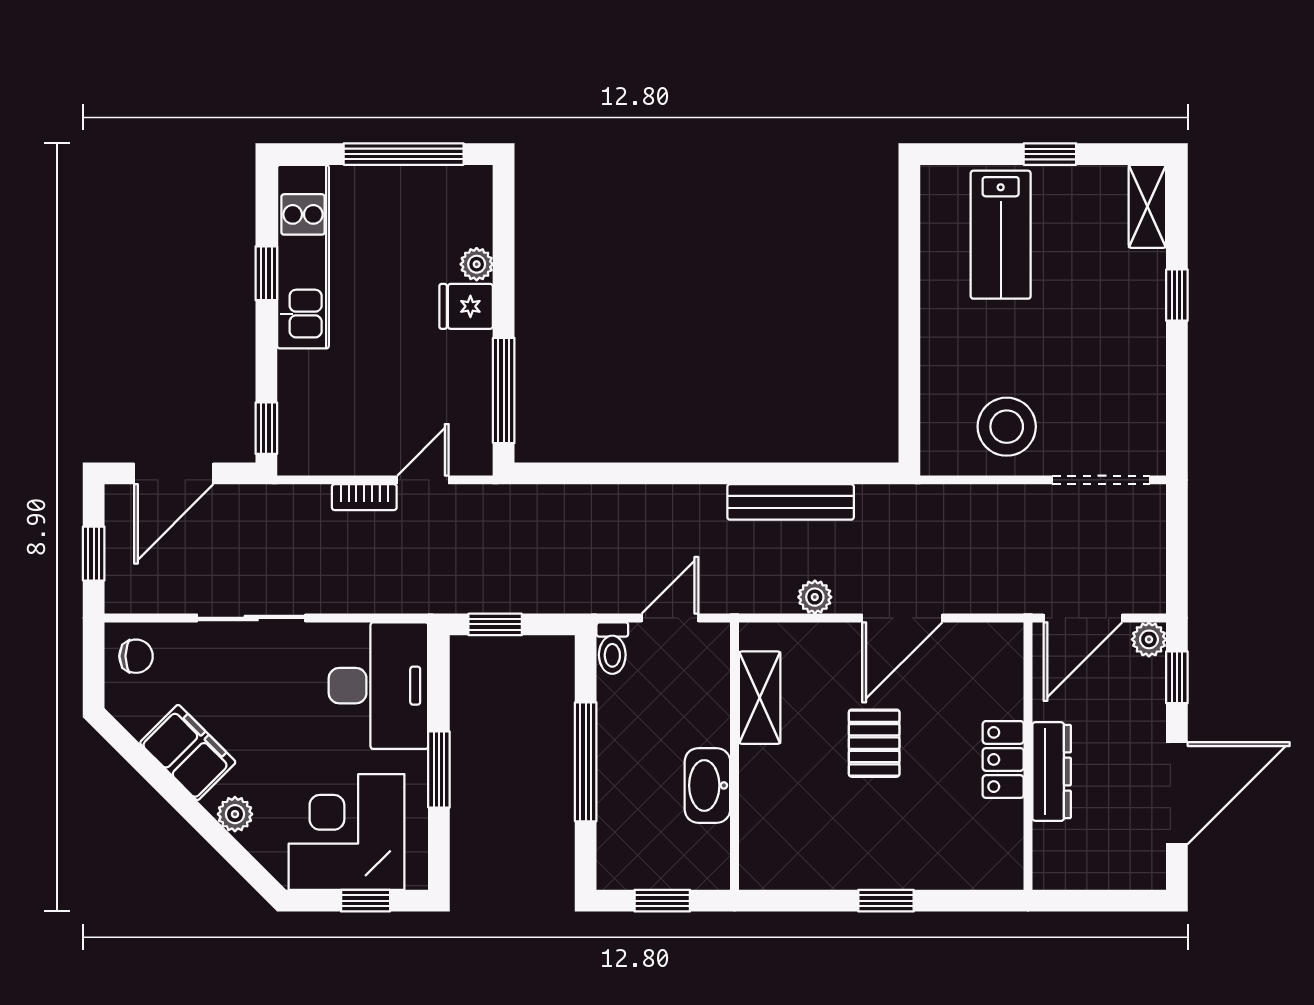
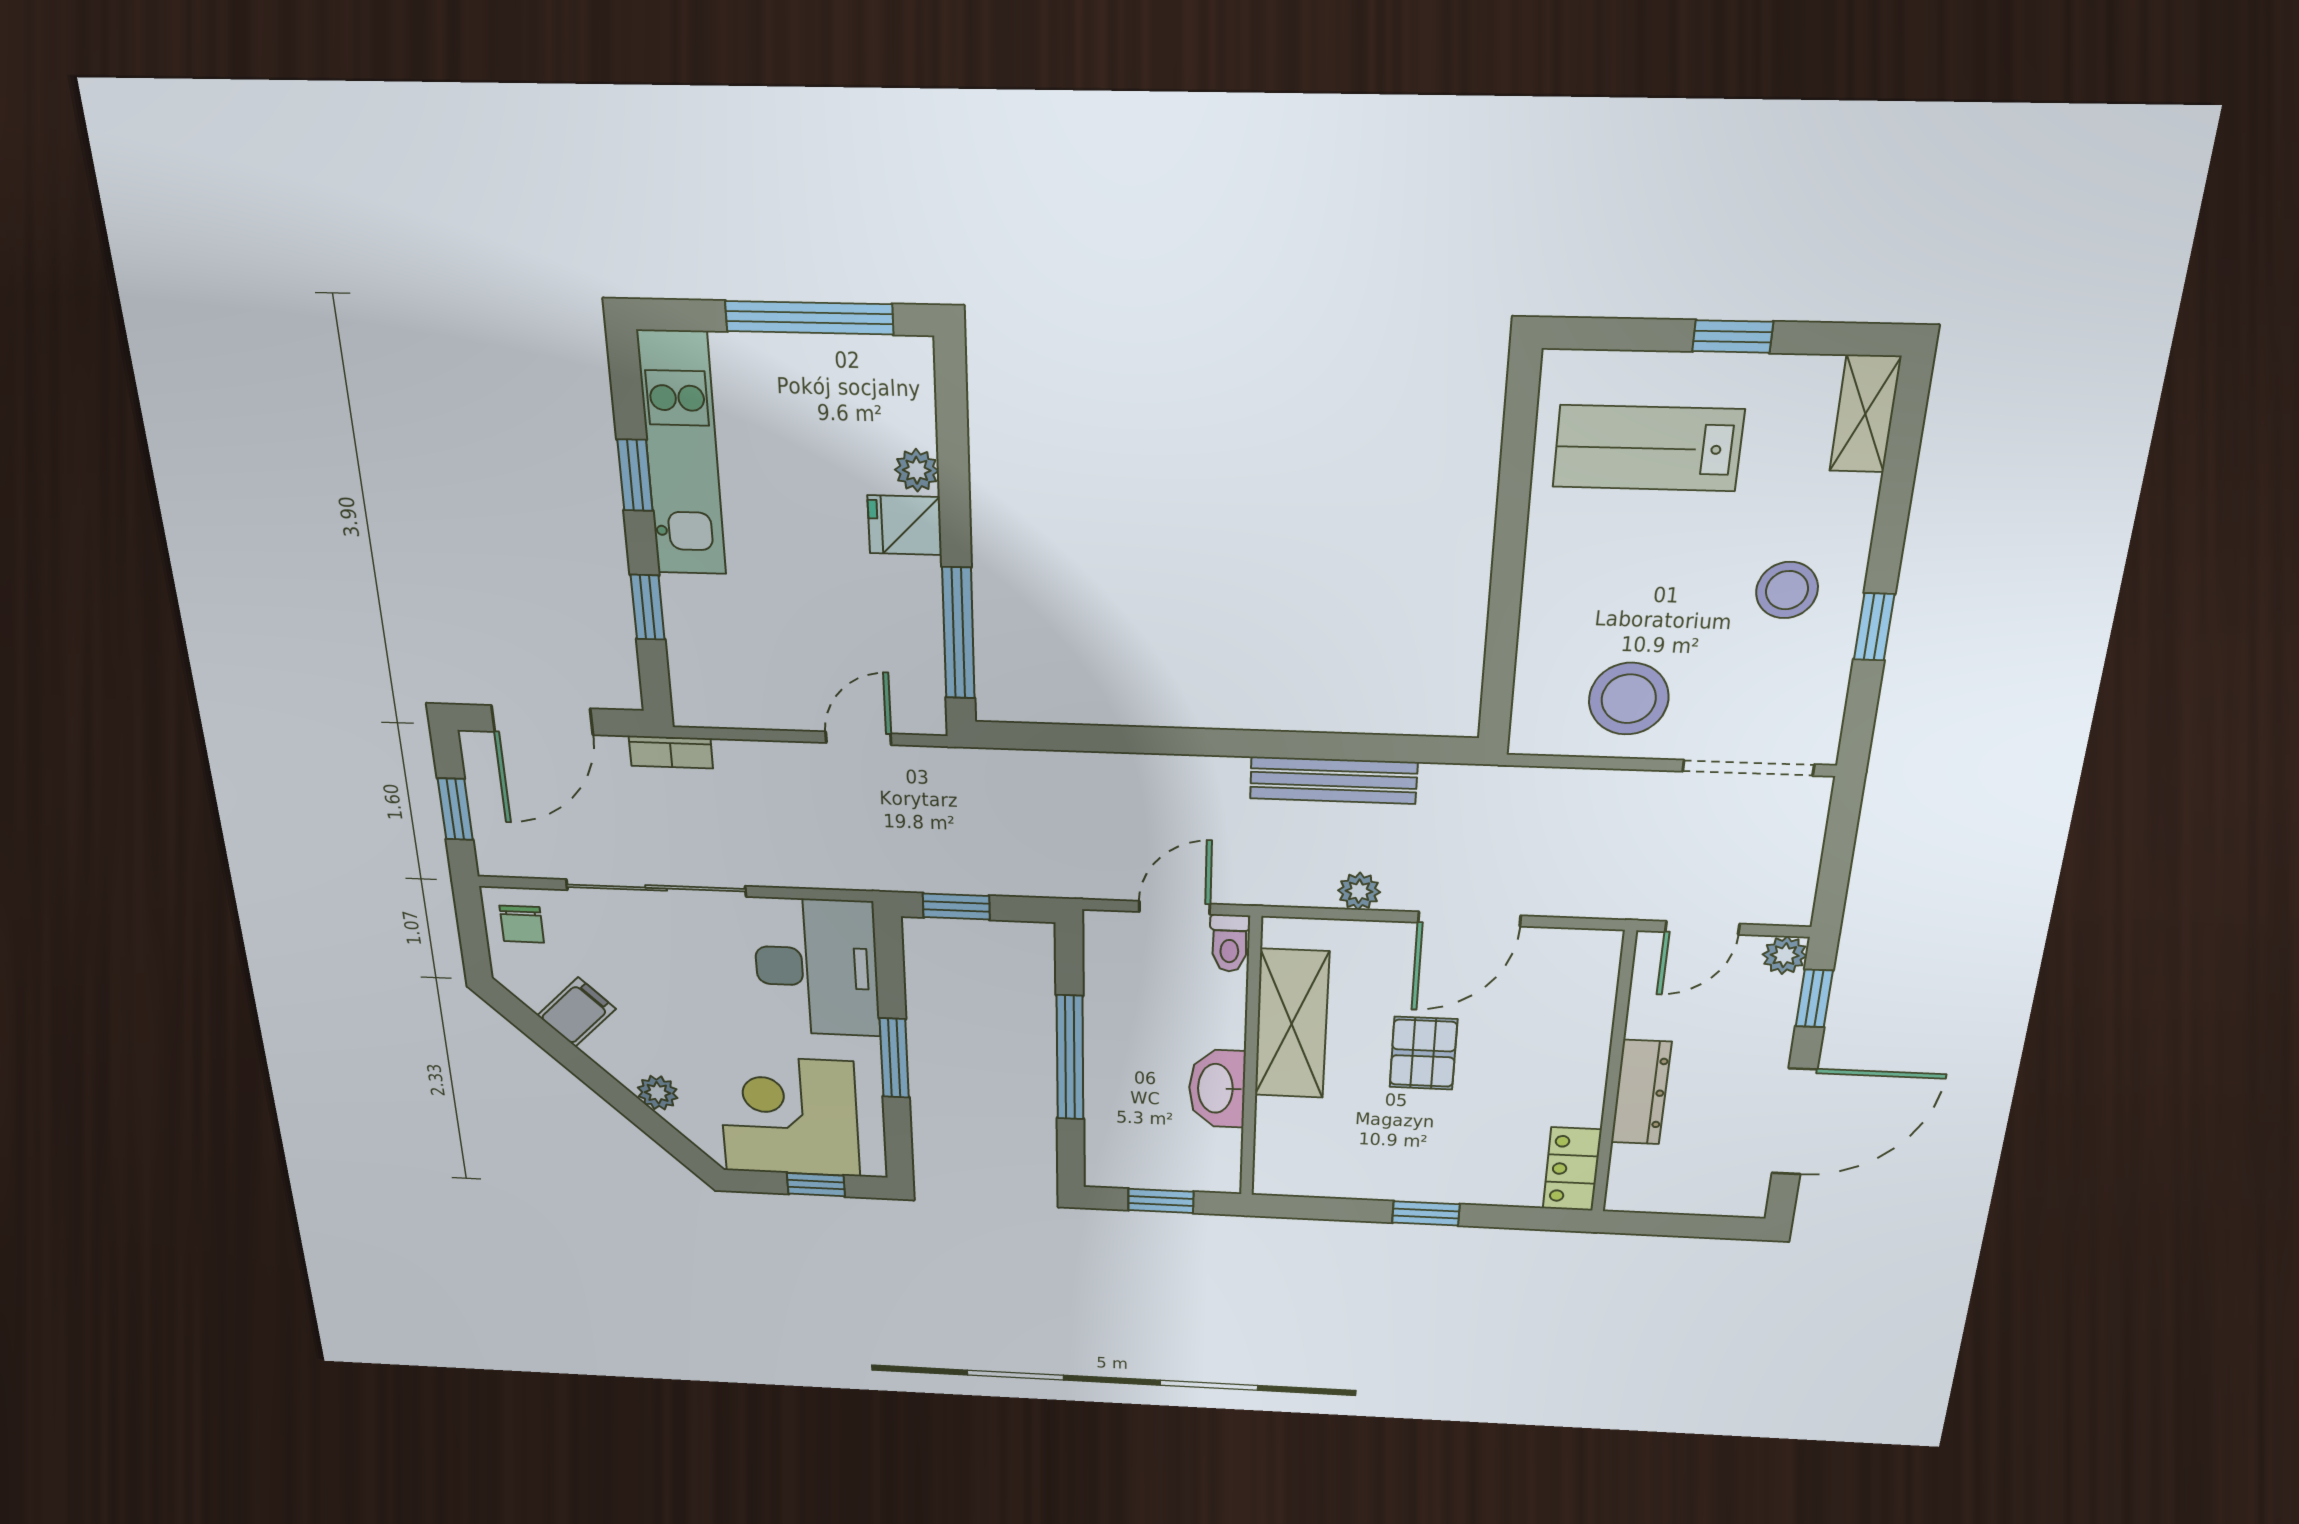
lab bench: (1001, 235) -> (1648, 448), turned 90
window: (1177, 295) -> (1874, 627), moved
stool: (1111, 338) -> (1787, 590), added
window: (266, 428) -> (648, 607), moved
bookcase: (364, 497) -> (671, 752), moved
sliding door: (251, 618) -> (656, 888), width x1.37
door: (1083, 618) -> (1702, 928), width x0.73
toilet: (612, 648) -> (1230, 943), moved
chair: (136, 656) -> (522, 924), turned 90
shelving: (760, 698) -> (1292, 1024), width x1.50, depth x1.33
filing cabinet: (188, 753) -> (577, 1012), width x0.50
locker: (1003, 759) -> (1572, 1169), moved

